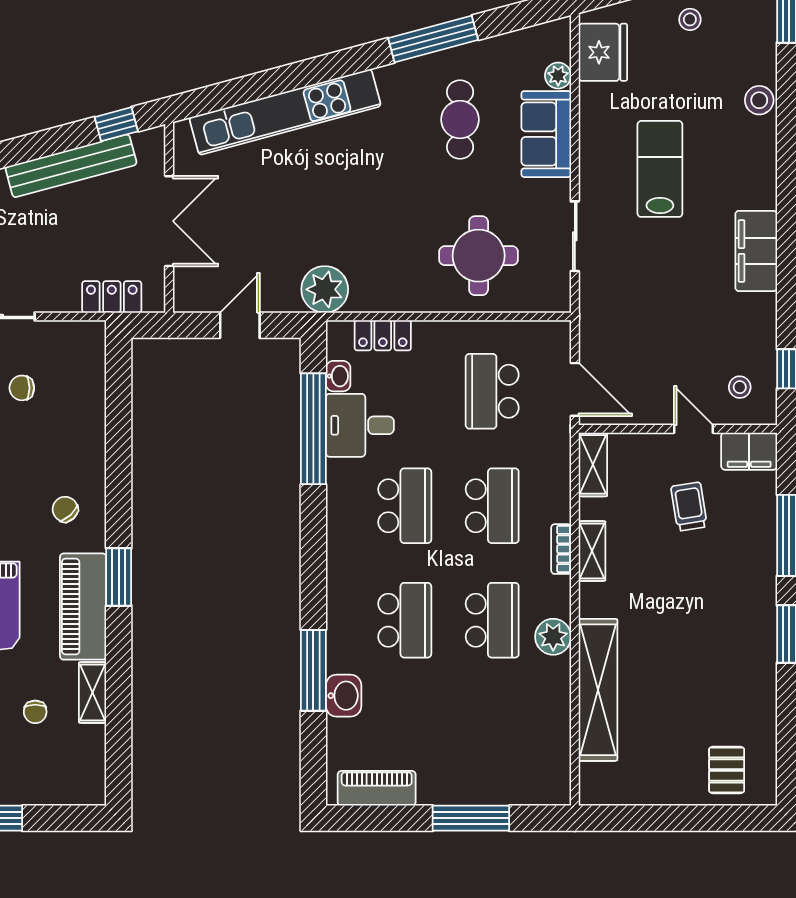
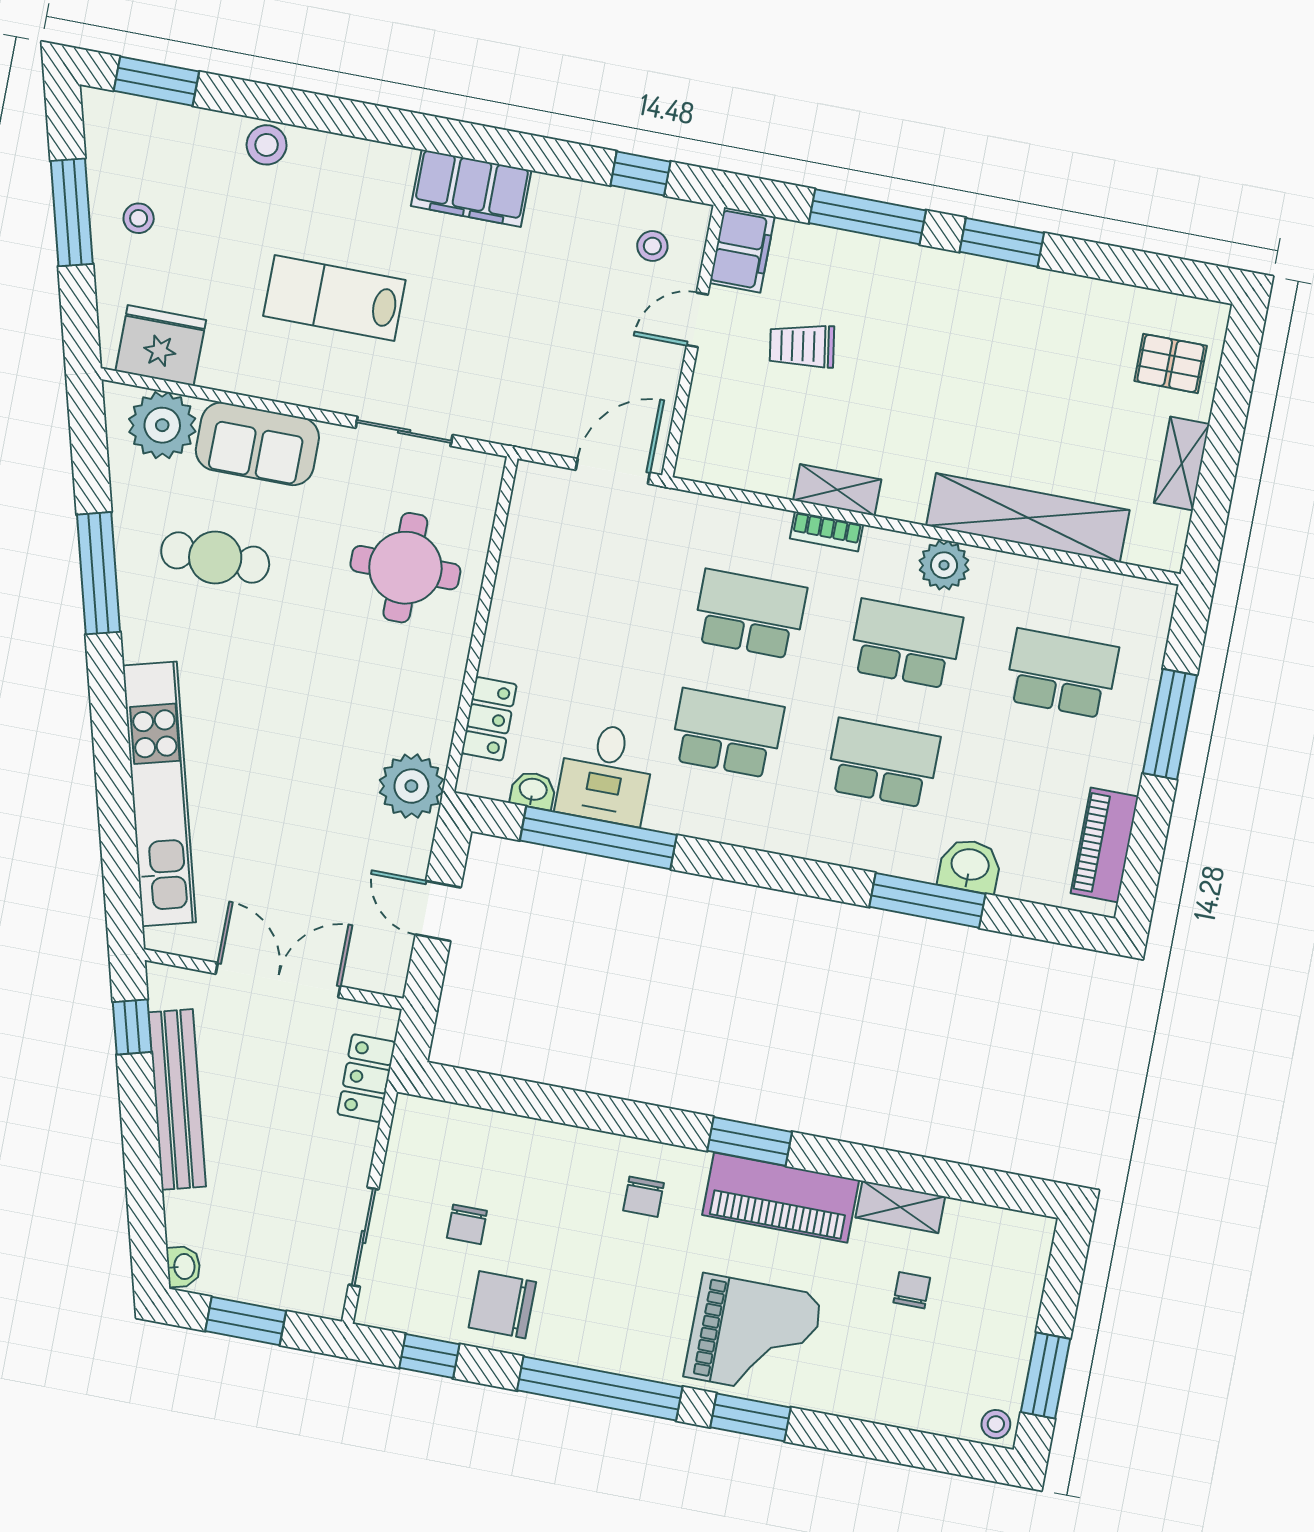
plant: (558, 76) -> (162, 425), width x1.87, depth x1.87
school desk: (492, 391) -> (1062, 674), moved, turned 180
shelving: (593, 464) -> (1182, 463), moved, turned 90
chair: (65, 509) -> (644, 1197), turned -47
chair: (35, 712) -> (912, 1290), turned -90

